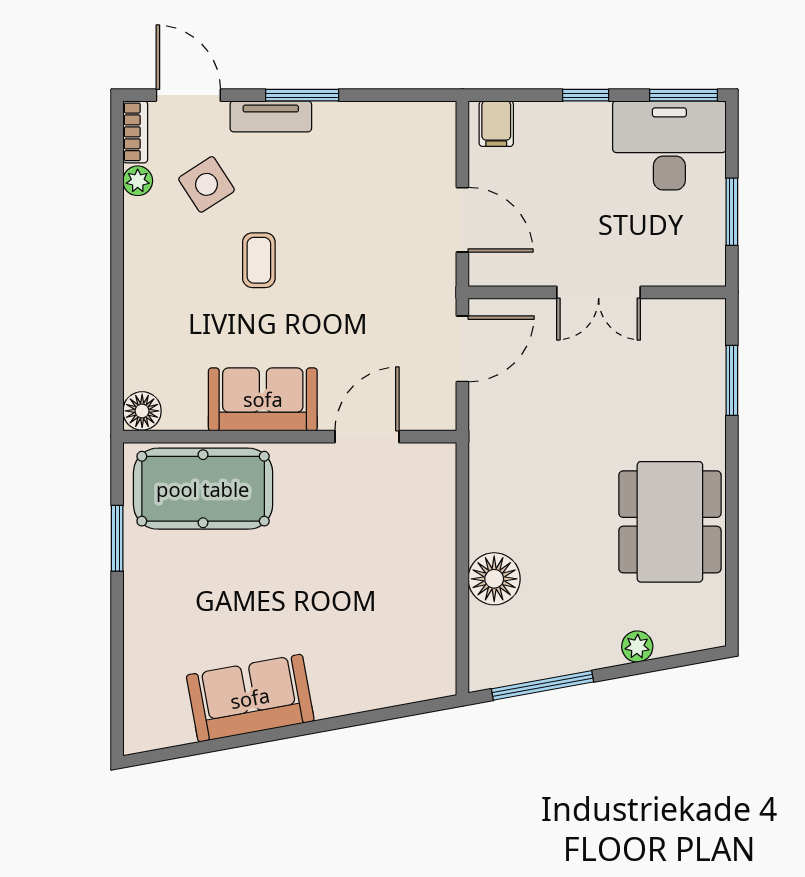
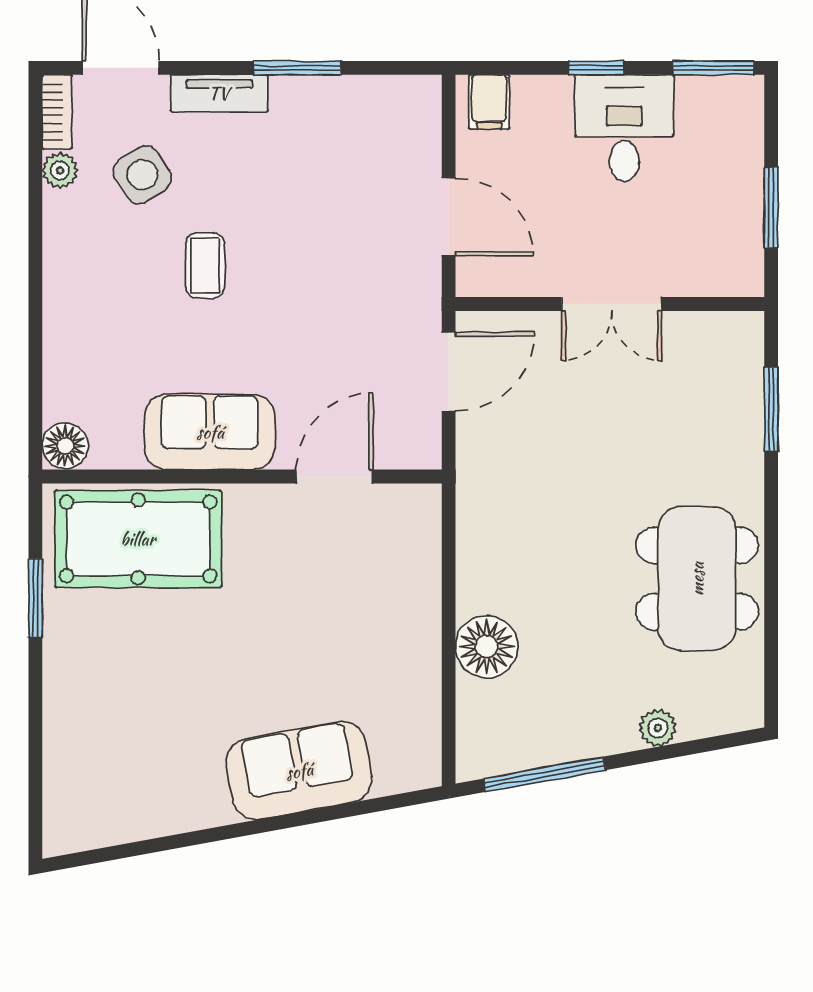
window: (302, 95) -> (297, 68), moved
desk: (669, 145) -> (624, 128), moved, width x0.73
sofa: (250, 698) -> (299, 771), moved

